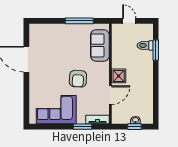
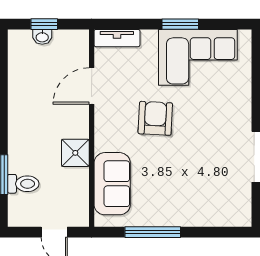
shower: (119, 76) -> (75, 153), moved
window: (82, 127) -> (180, 24), moved

